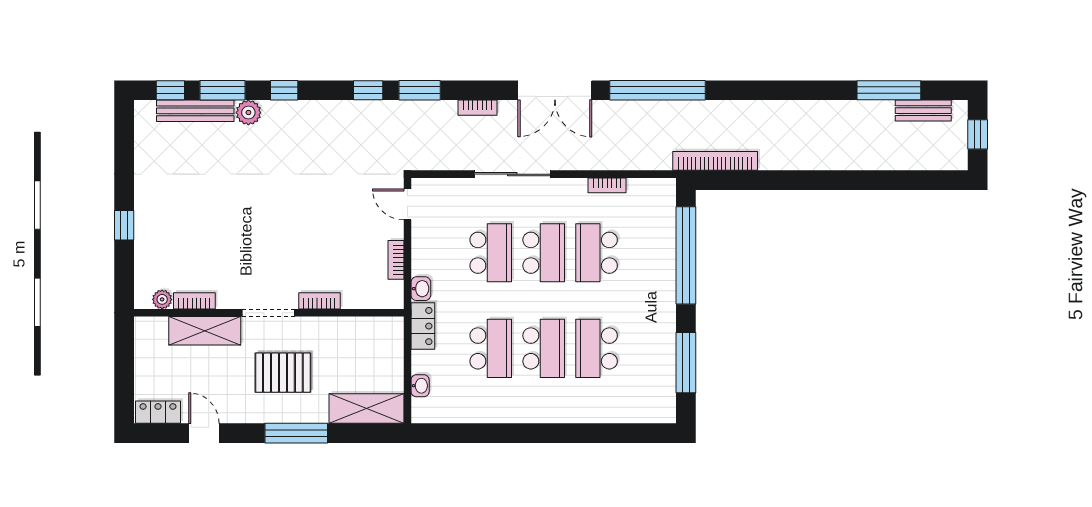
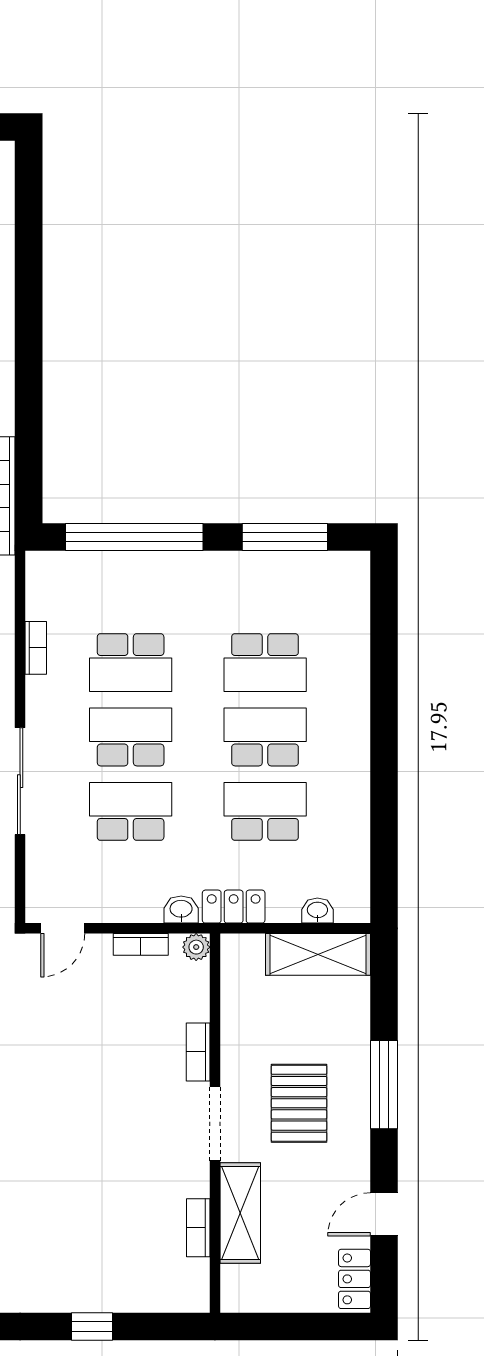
plant: (162, 299) -> (196, 947), moved
shelving: (367, 408) -> (318, 954), moved, turned 90

